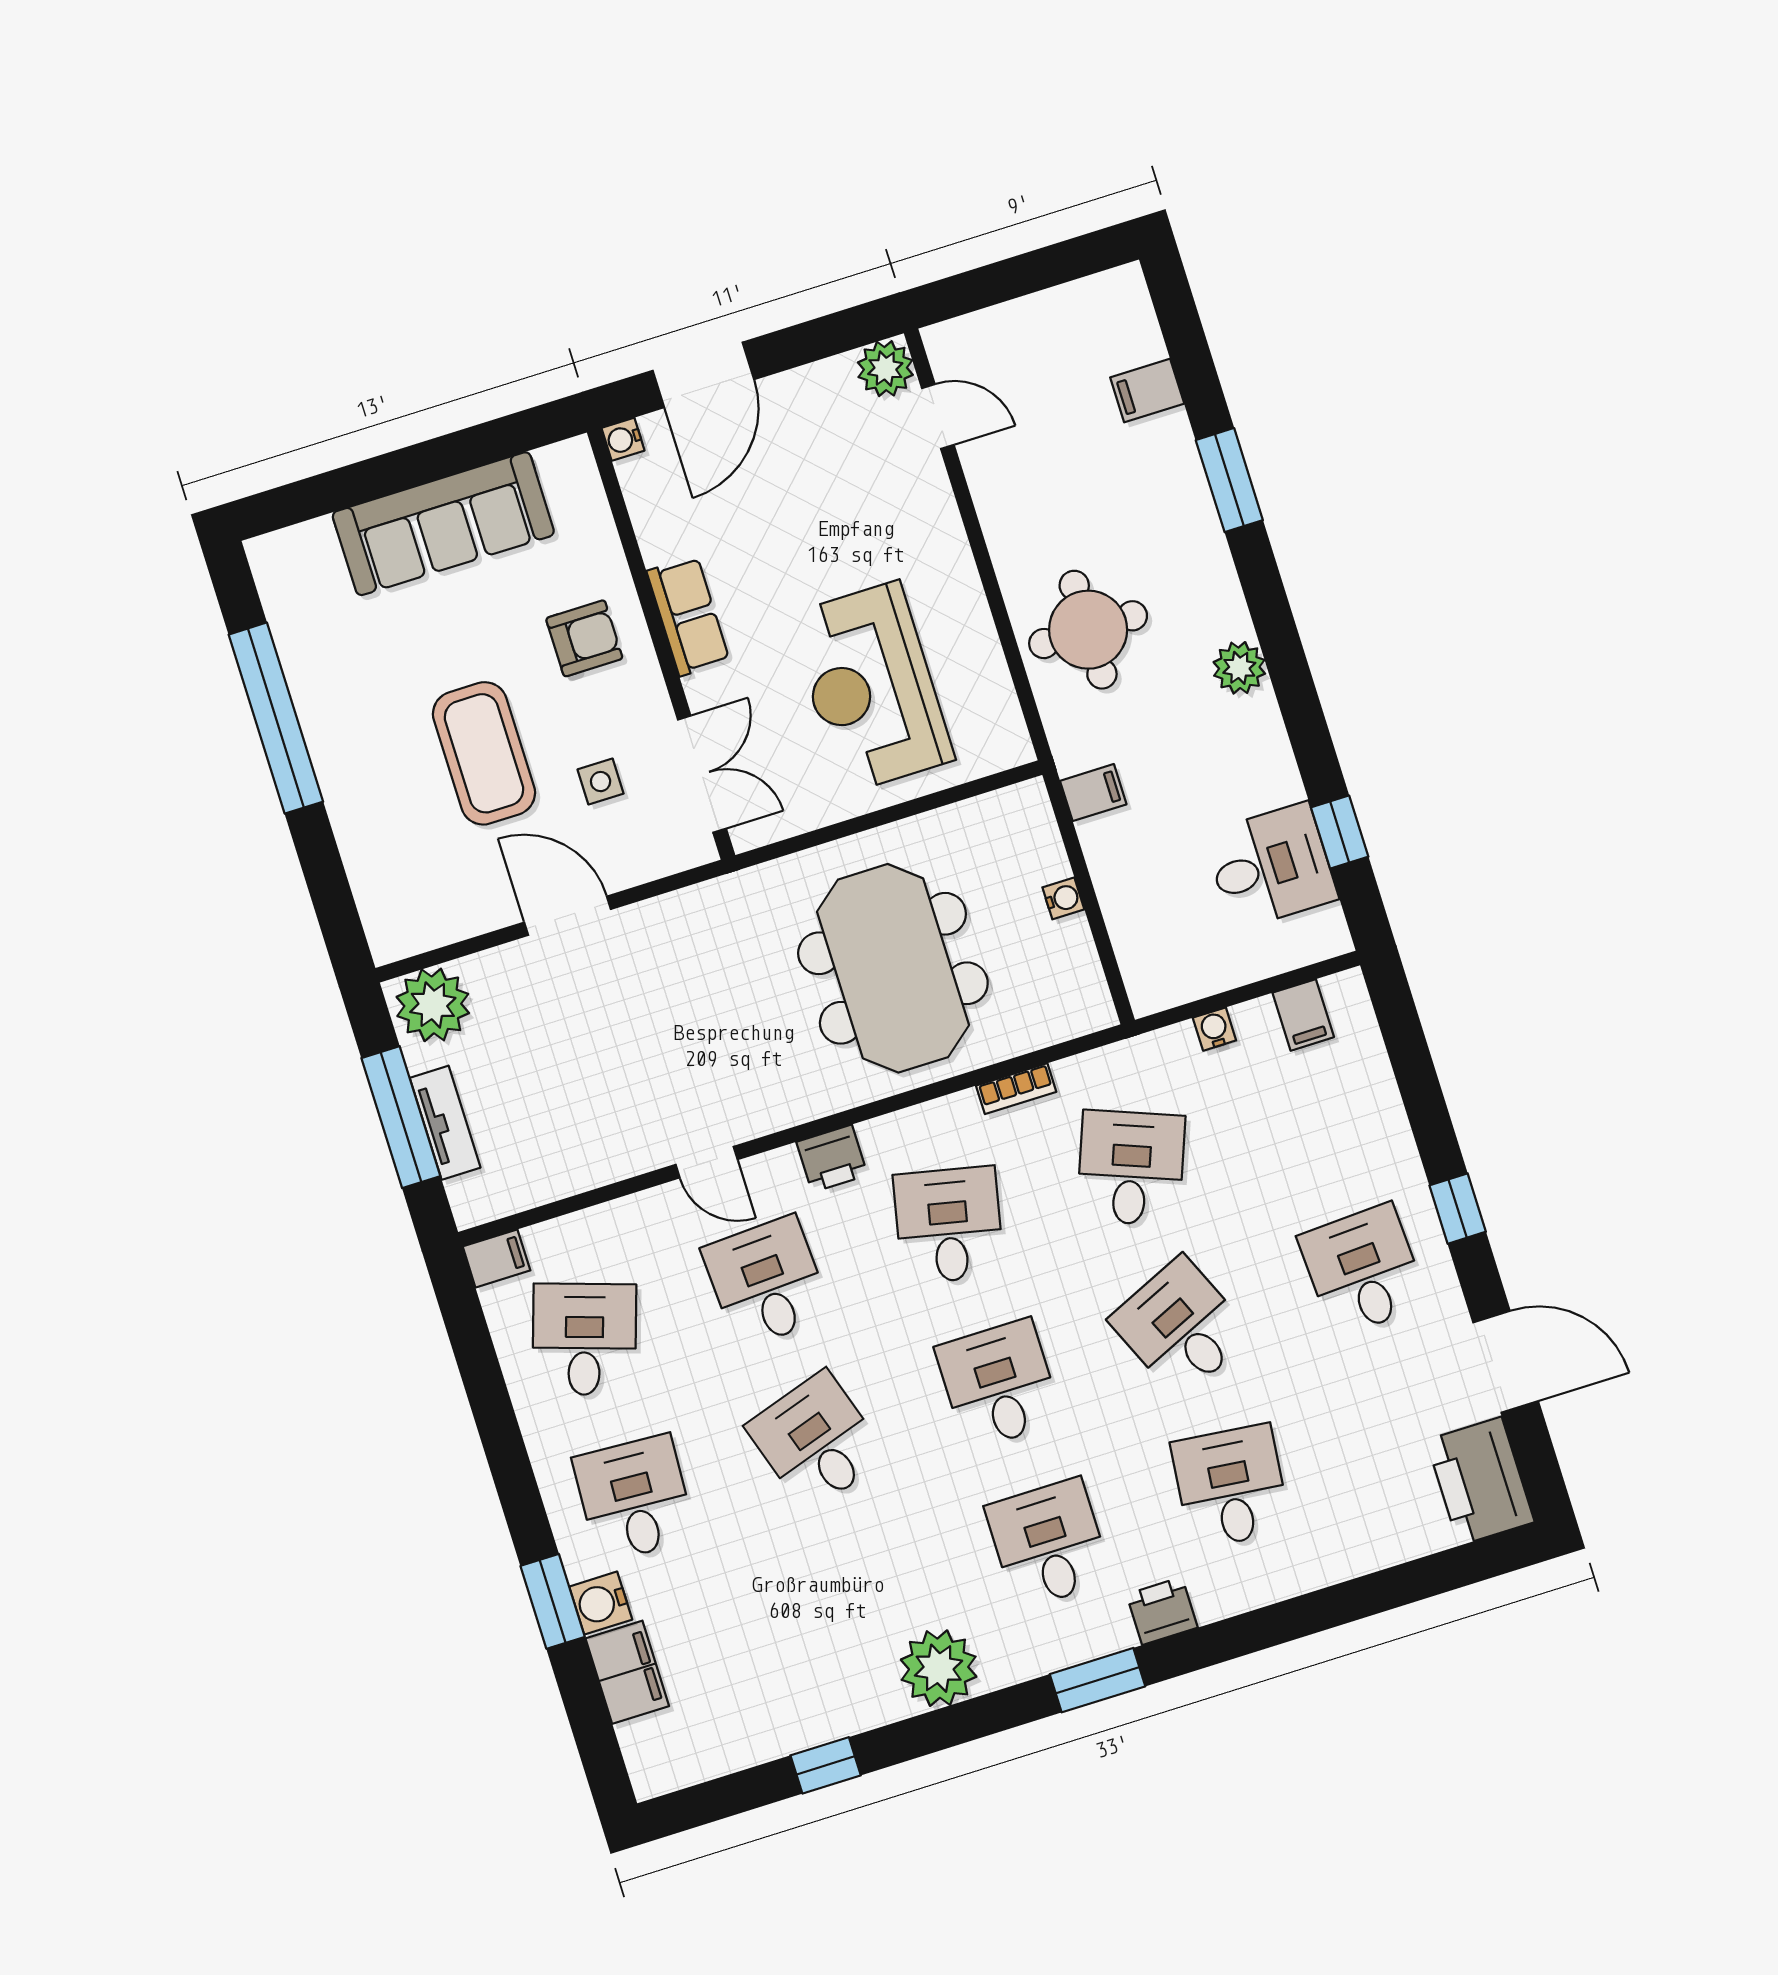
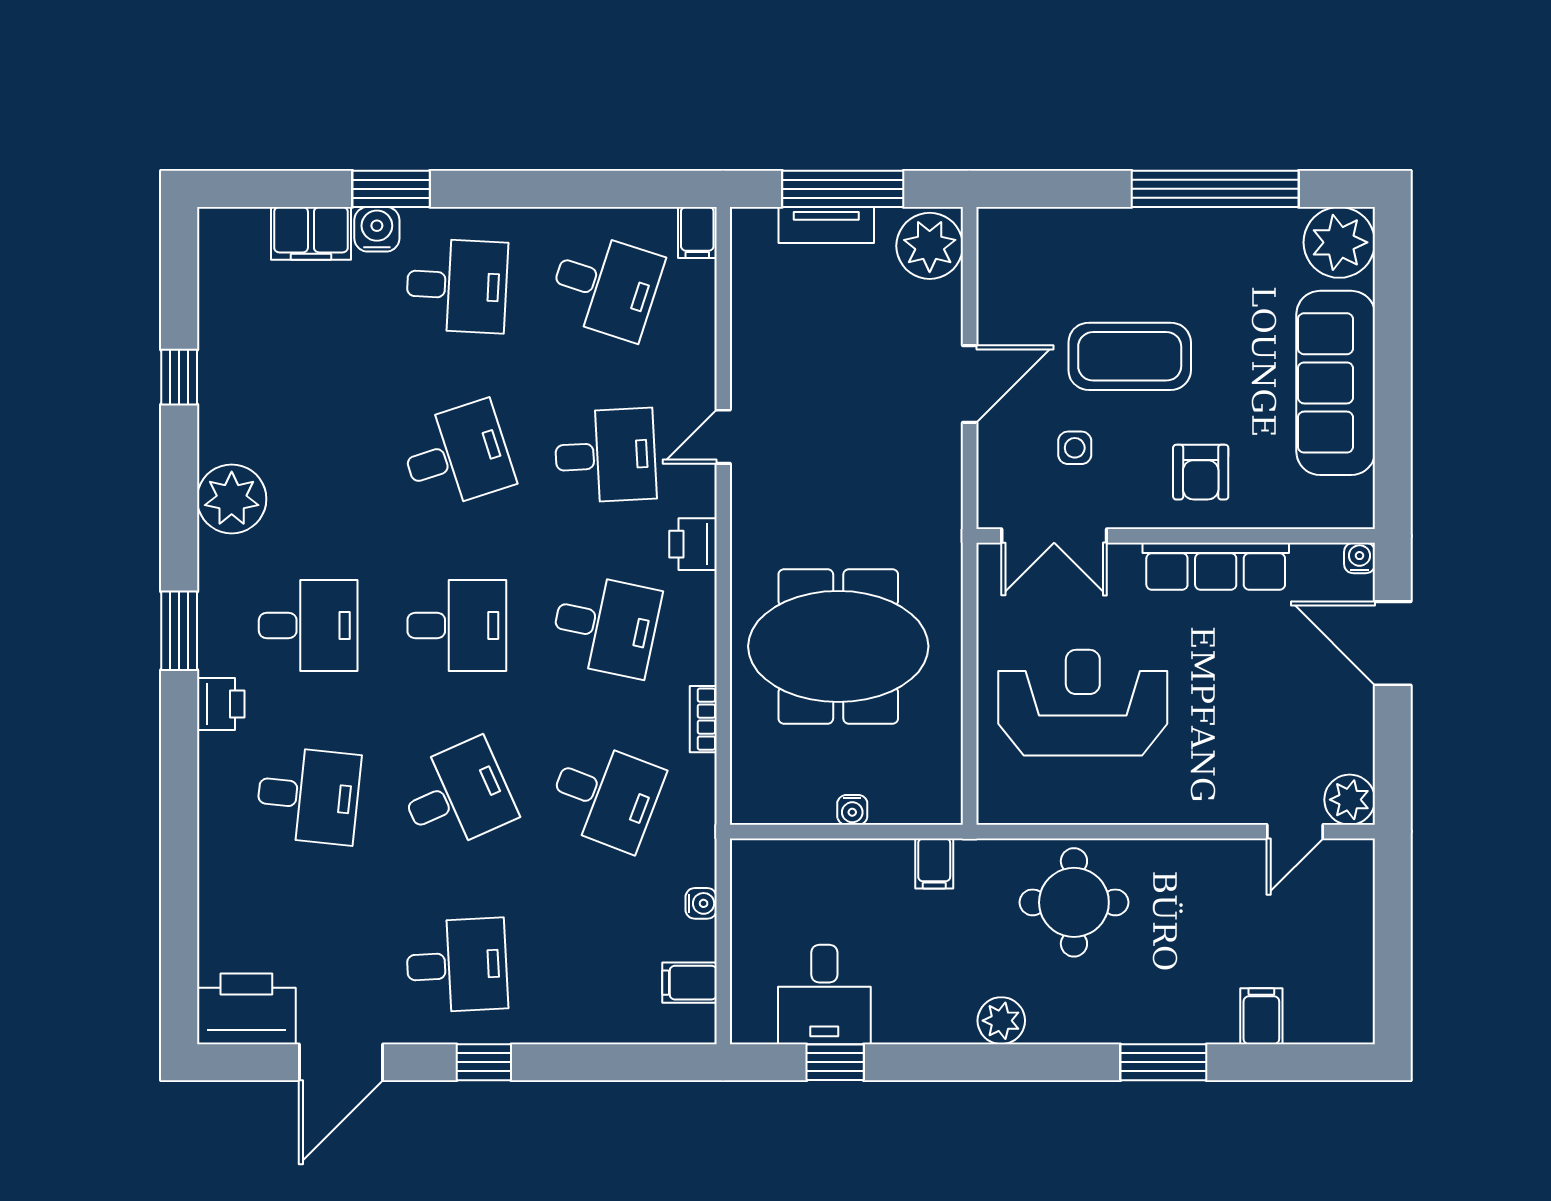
plant: (291, 567) -> (1339, 242), added
row of seats: (688, 616) -> (1216, 566), width x1.48

